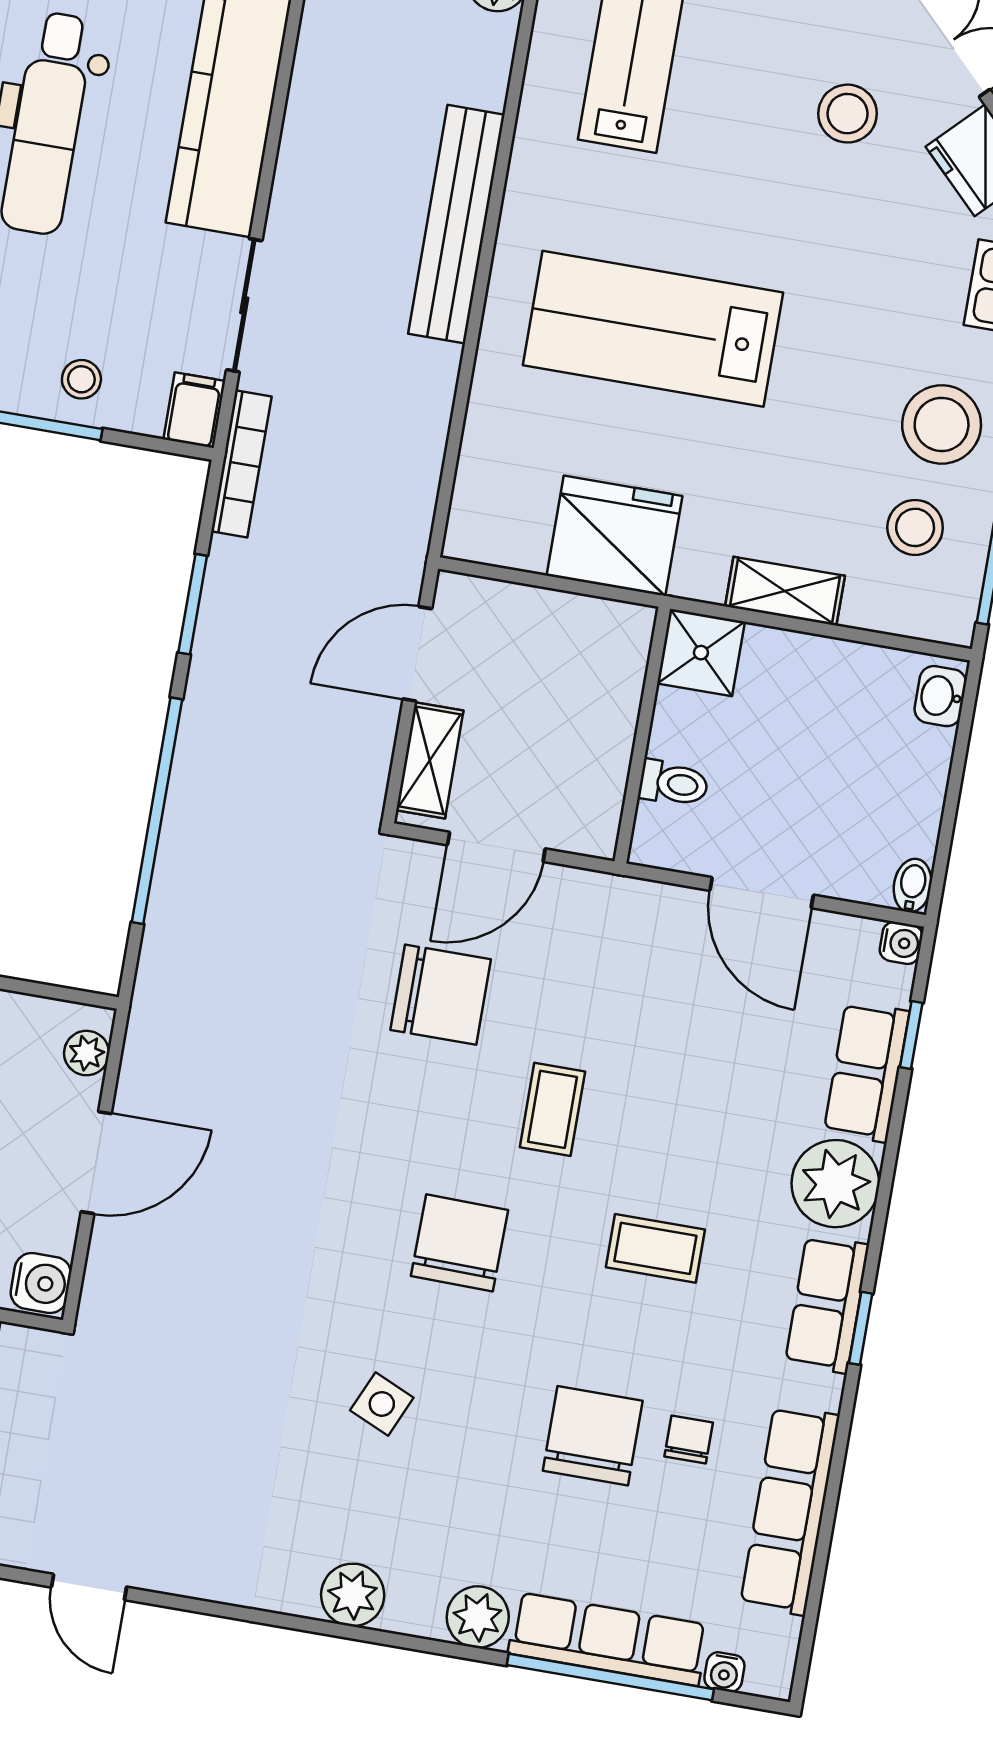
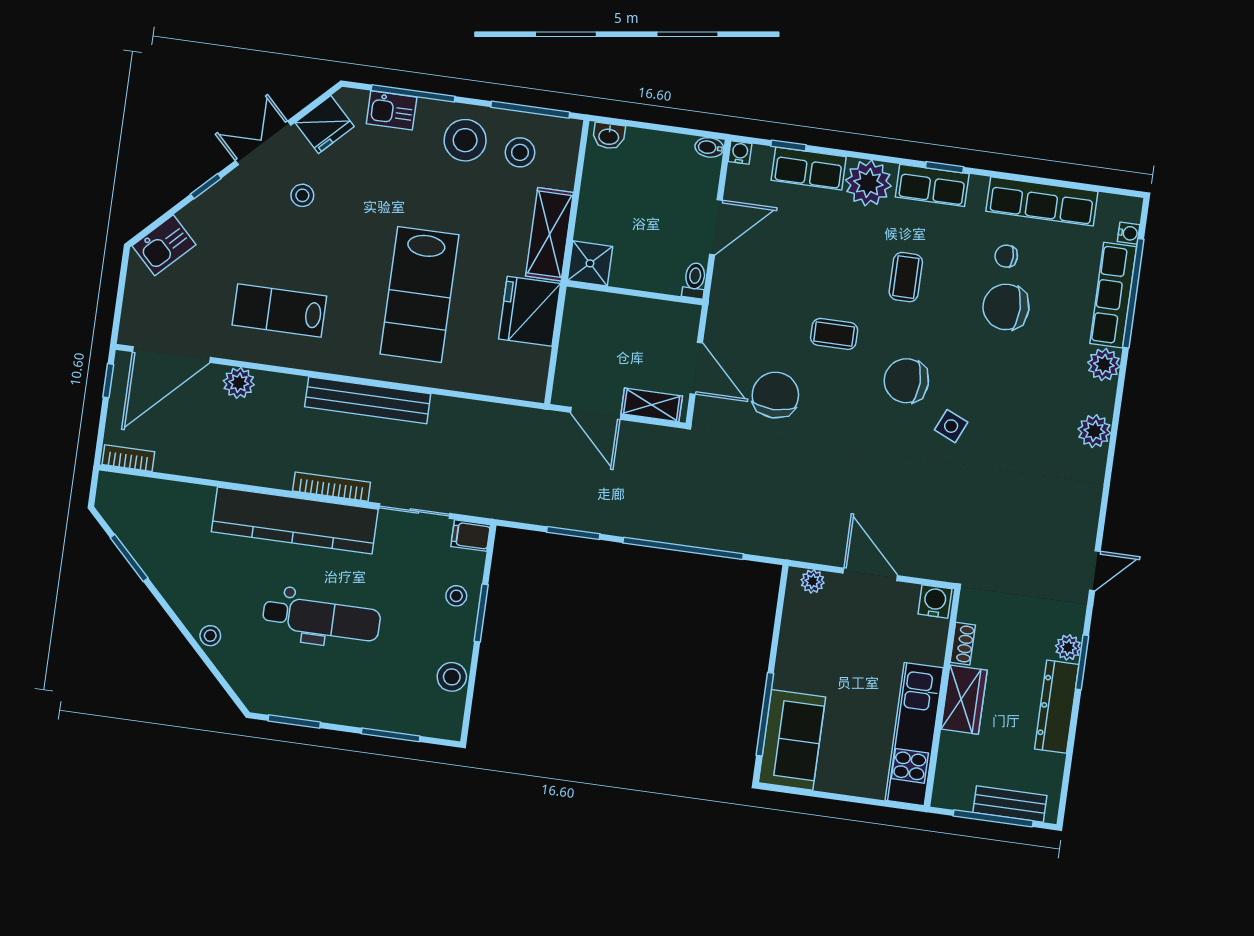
stool: (848, 114) -> (302, 195), width x0.73, depth x0.73
bookcase: (241, 464) -> (332, 487), moved
shelving: (785, 591) -> (549, 234), width x1.50, depth x1.33
toilet: (673, 783) -> (695, 280), moved
side table: (382, 1404) -> (951, 426), moved

